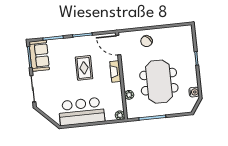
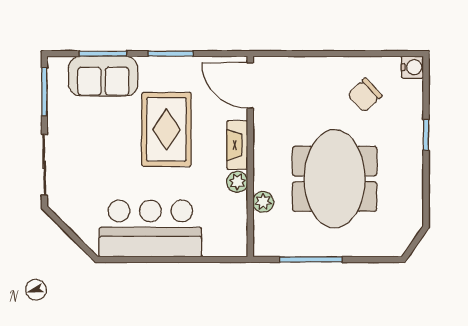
chair: (146, 41) -> (365, 95), moved
sofa: (39, 56) -> (103, 76), moved, turned 90
rug: (84, 68) -> (166, 129), width x1.36, depth x1.43
water cooler: (194, 92) -> (412, 67), moved
plant: (120, 115) -> (237, 182), moved

